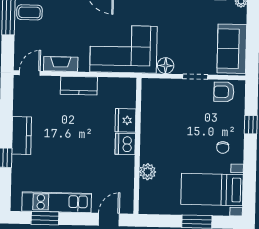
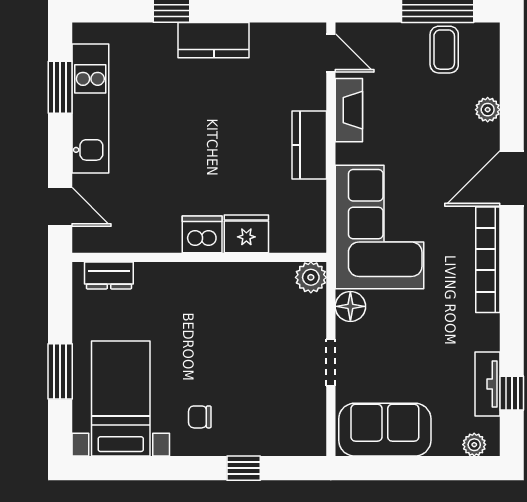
armchair: (224, 92) -> (304, 417), removed
plant: (148, 172) -> (311, 277), moved
dresser: (146, 194) -> (109, 275), added

